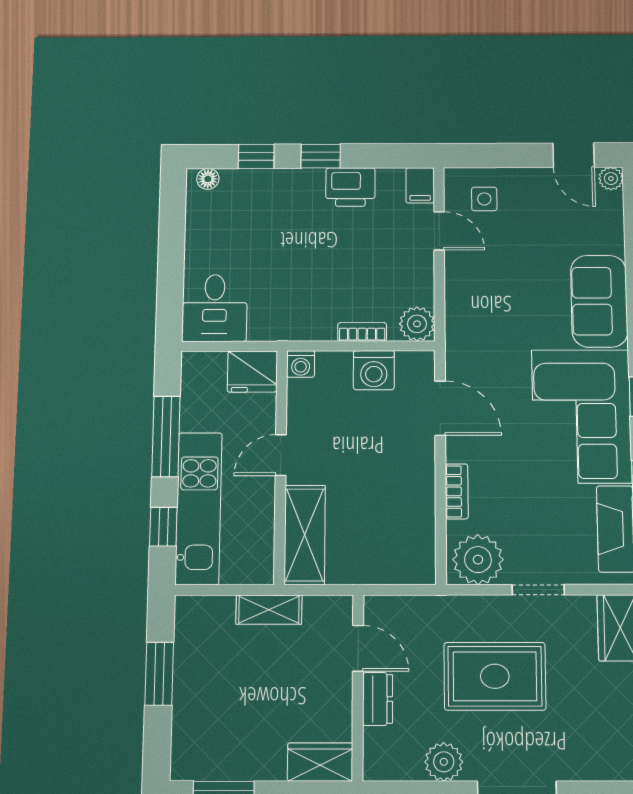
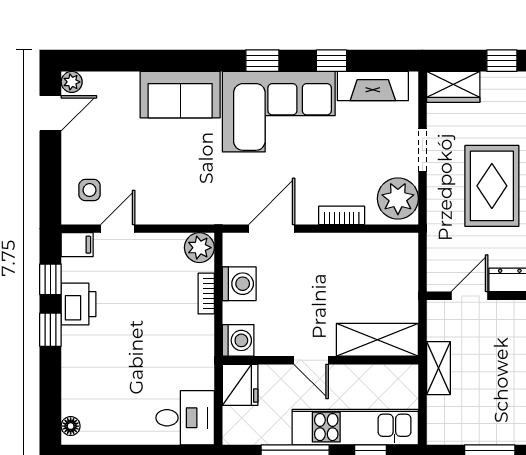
window: (256, 156) -> (50, 279), moved
washing machine: (301, 364) -> (238, 340), width x1.38, depth x1.38

